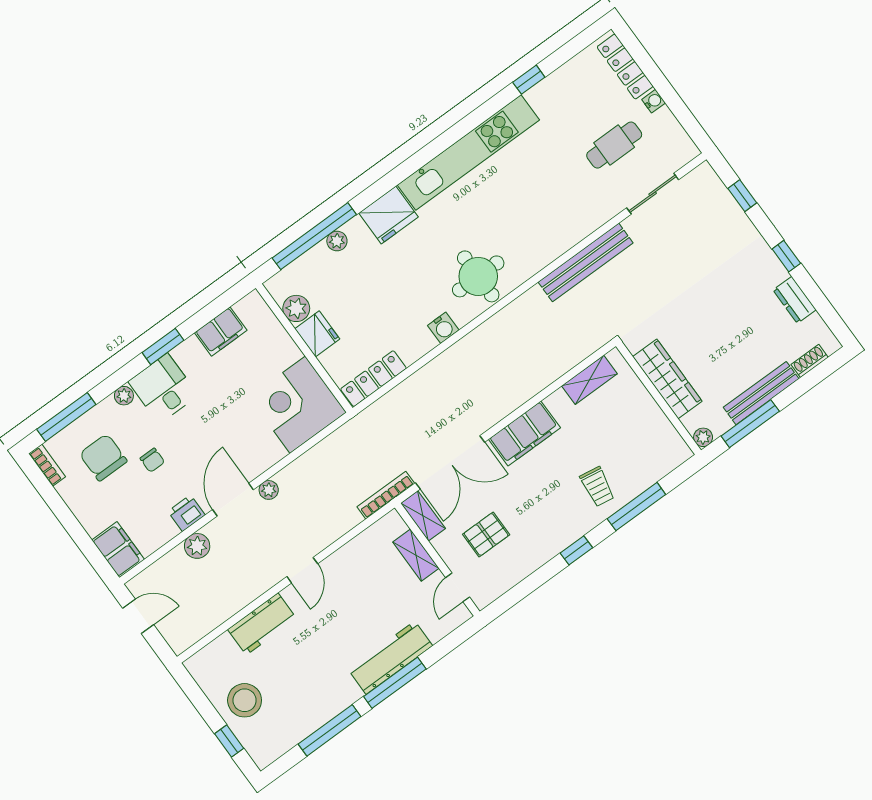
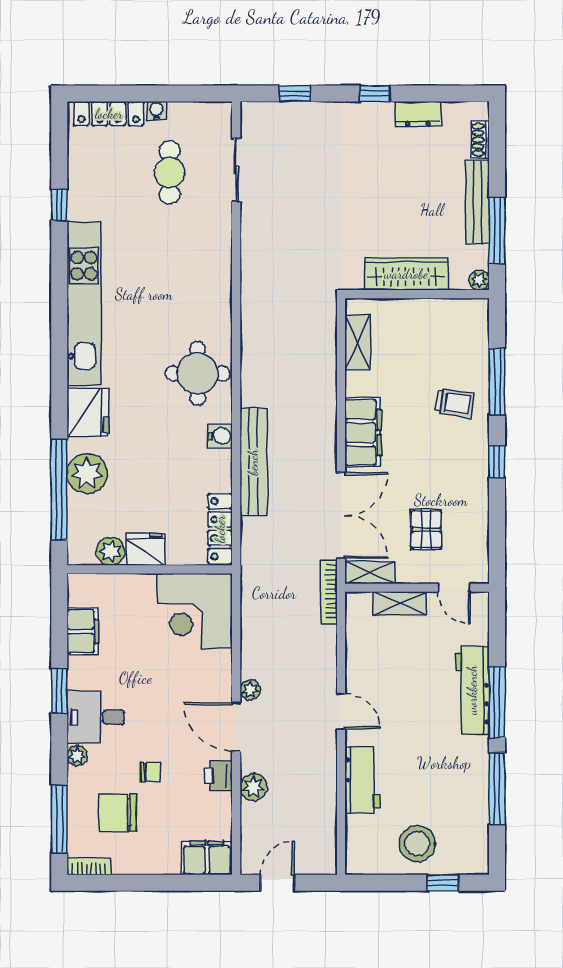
plant: (337, 241) -> (87, 473), width x1.88, depth x1.88
bench: (586, 262) -> (253, 462), moved

